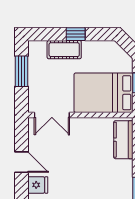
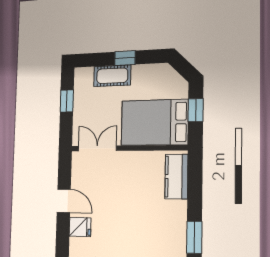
window: (22, 71) -> (67, 101), width x0.67
double door: (52, 115) -> (97, 148), swing flipped

